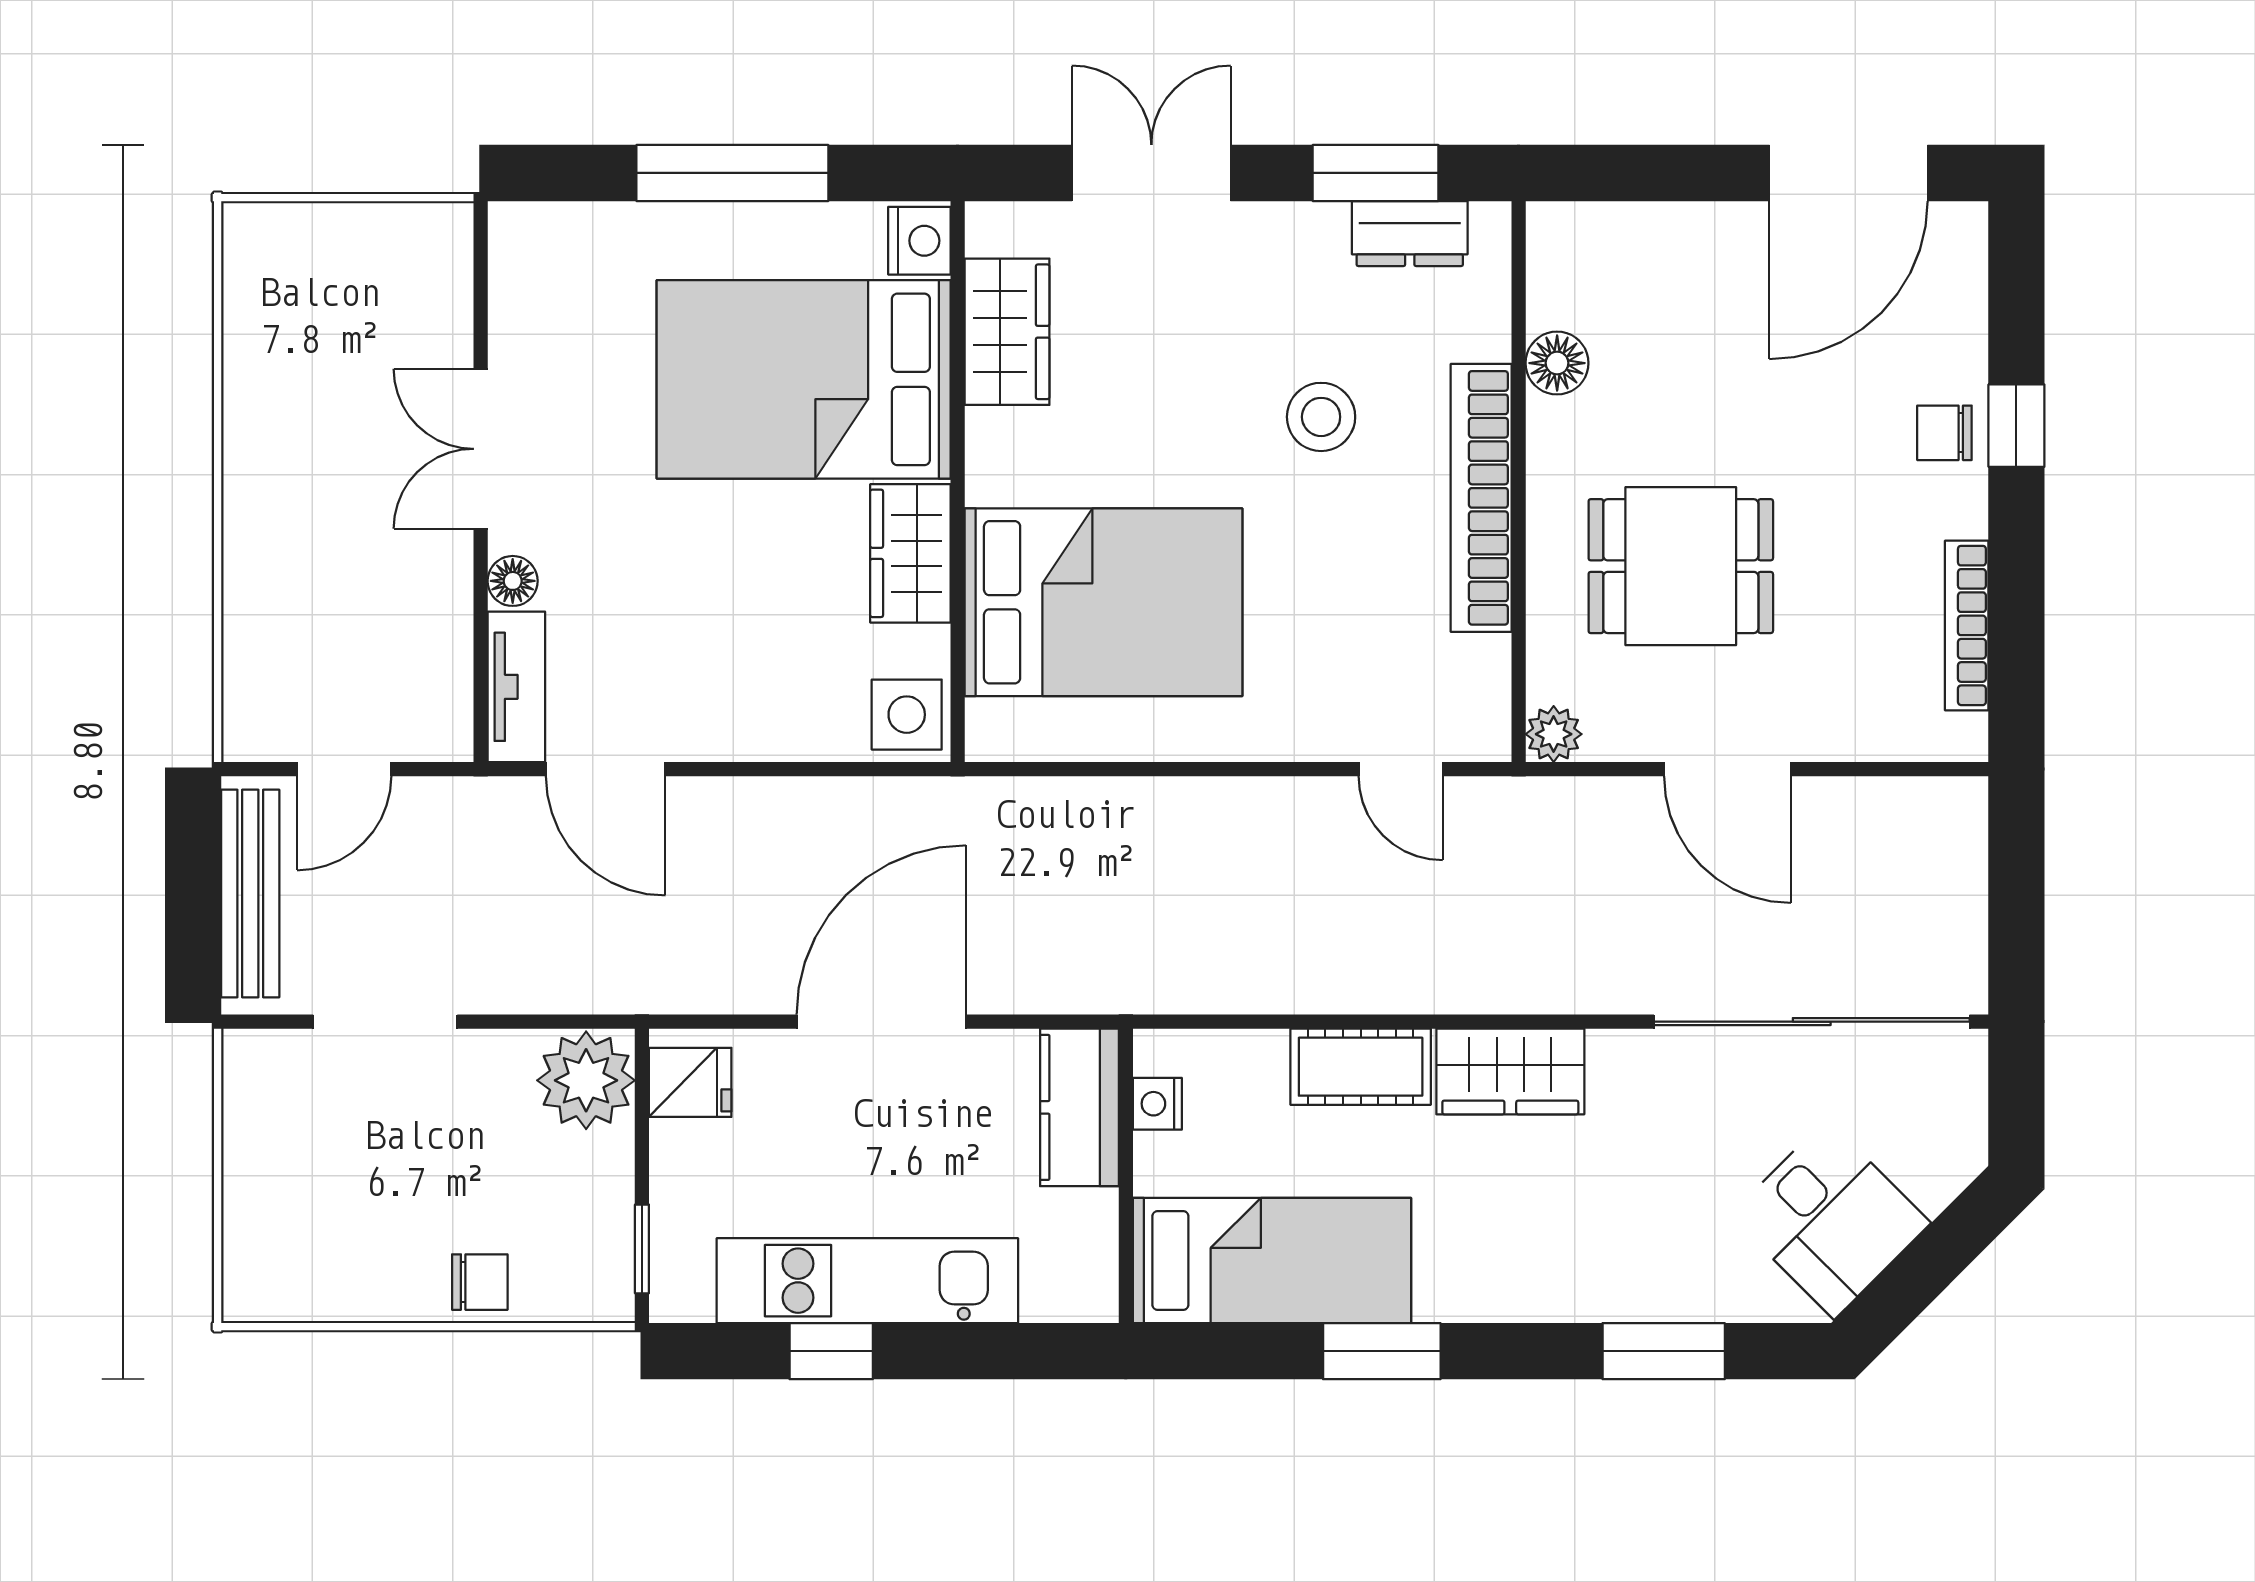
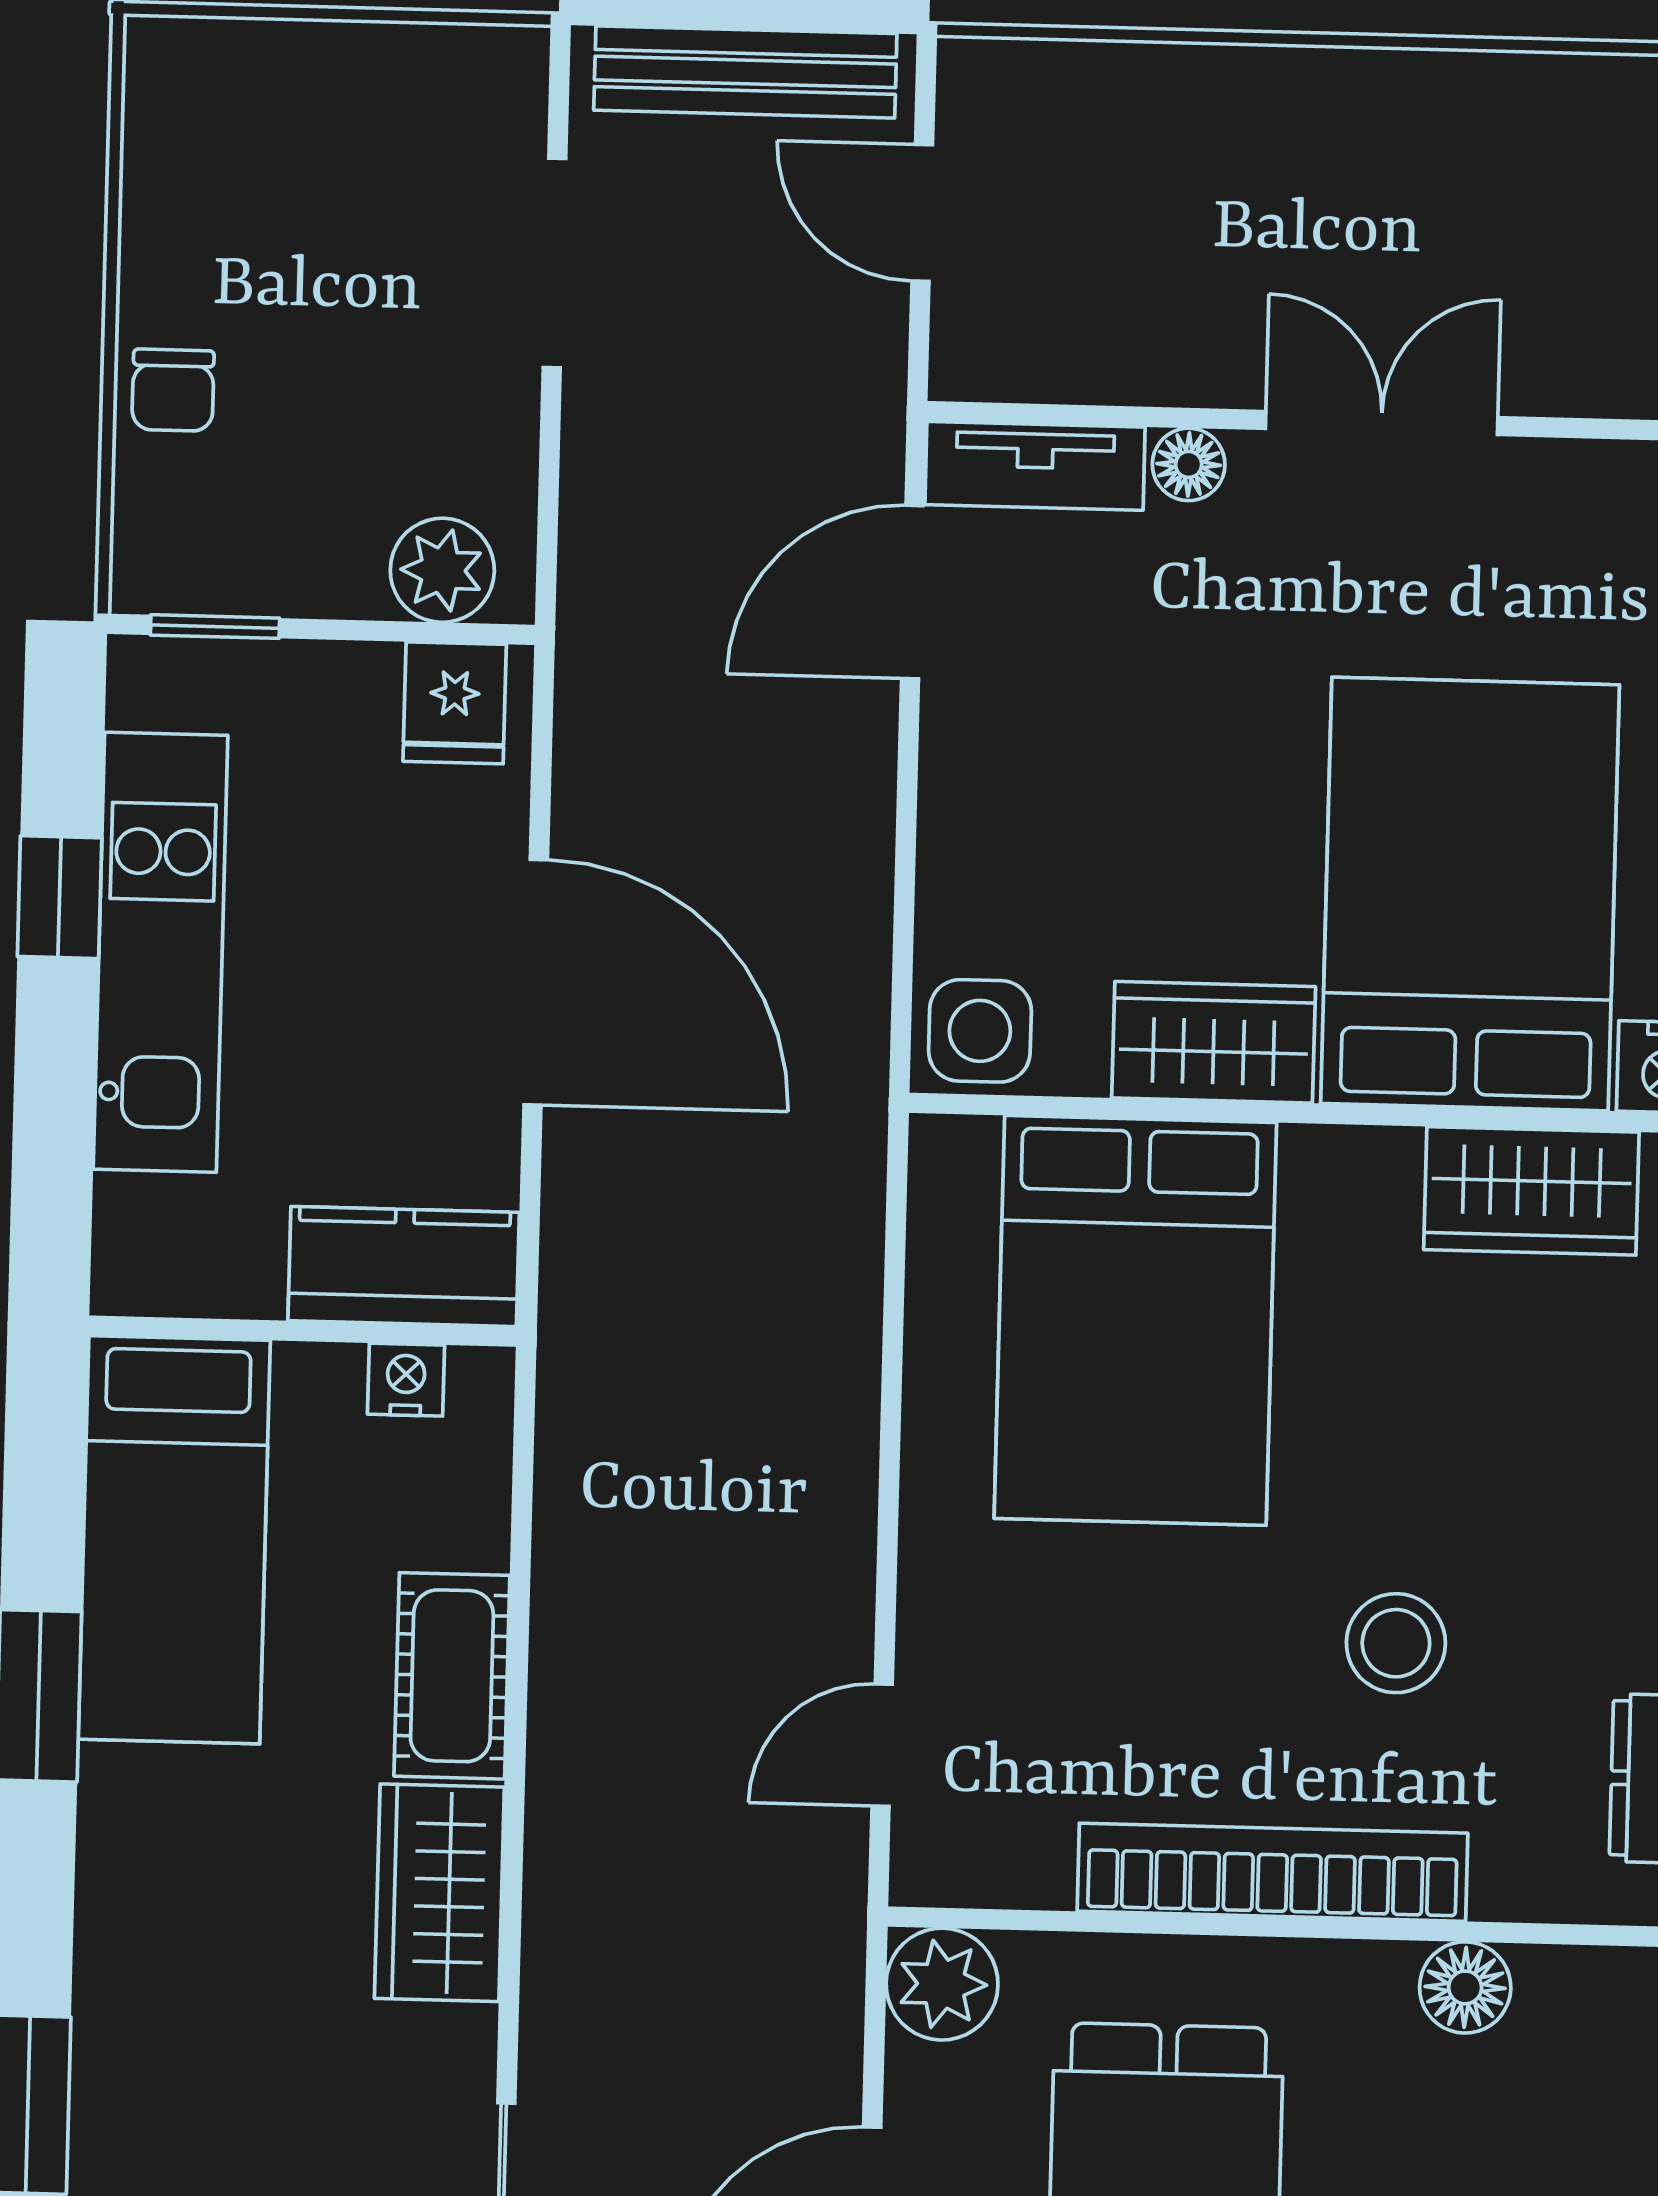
plant: (1554, 734) -> (942, 1984), width x1.38, depth x1.38
plant: (586, 1080) -> (442, 570), width x0.73, depth x0.73

